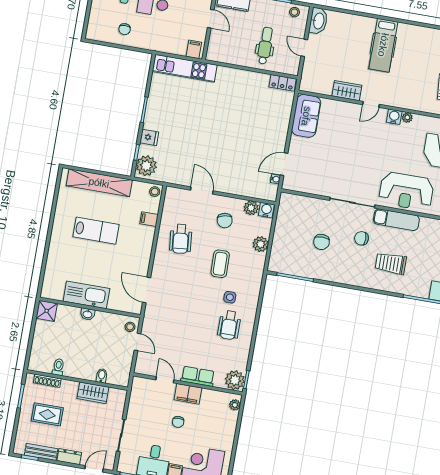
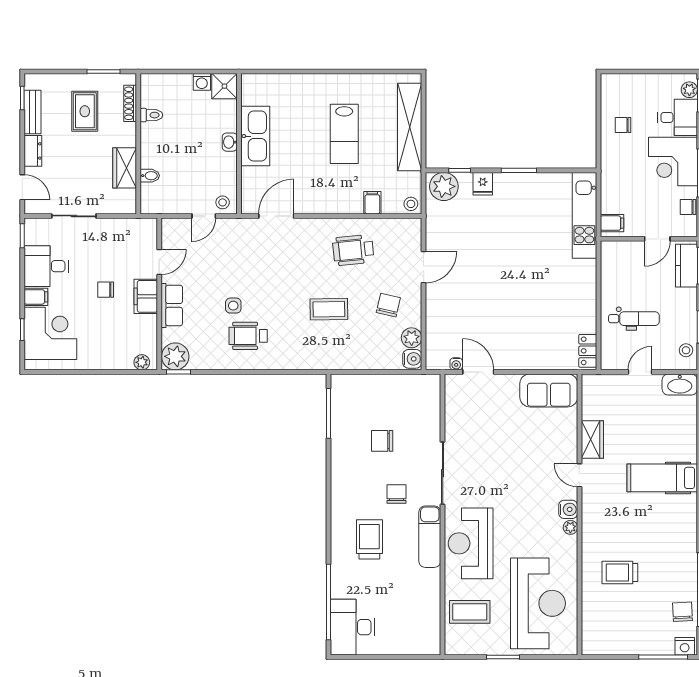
chair: (225, 221) -> (388, 305), turned 116
plant: (261, 244) -> (365, 359), removed
side table: (230, 297) -> (233, 306), moved
washing machine: (41, 327) -> (202, 82), added

